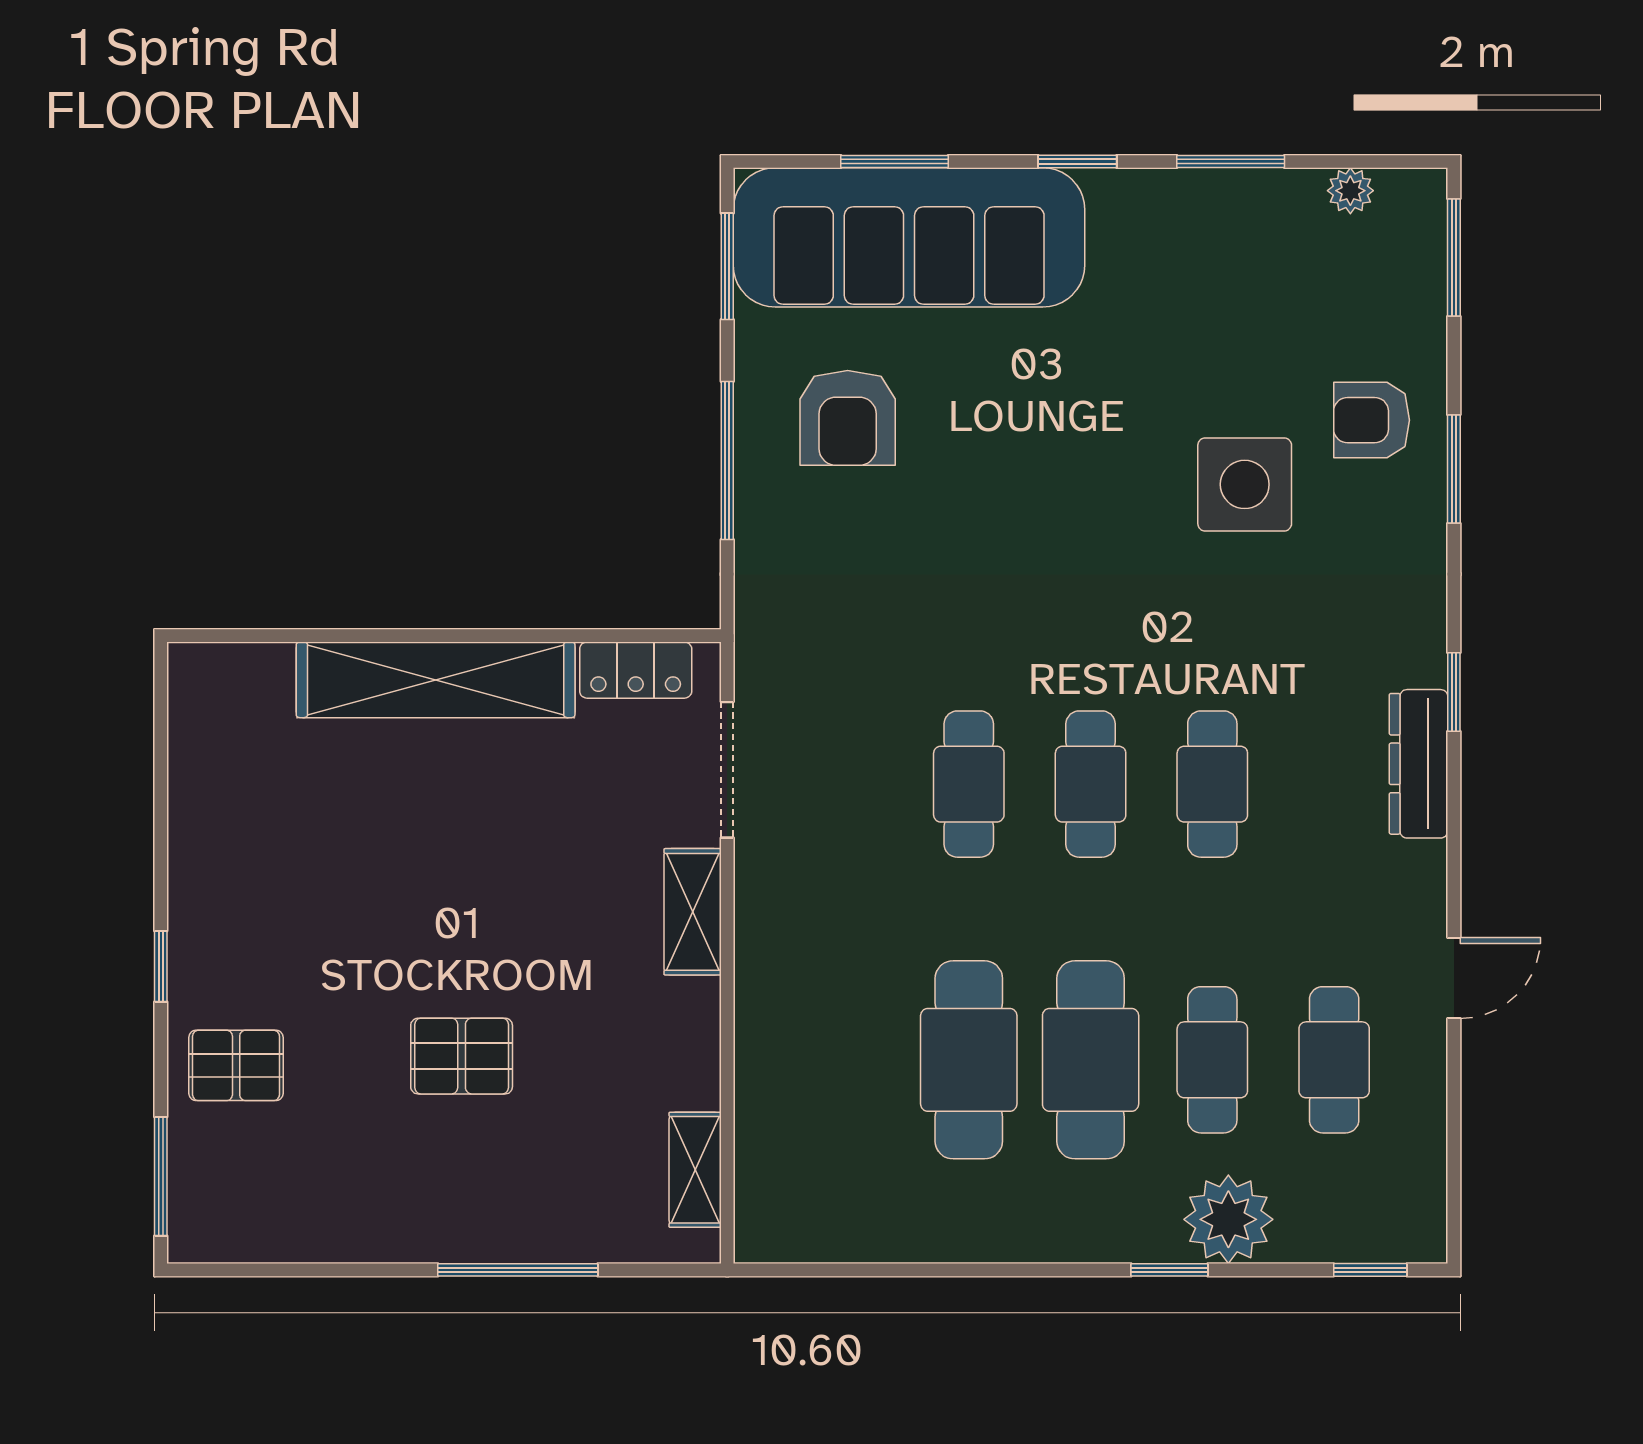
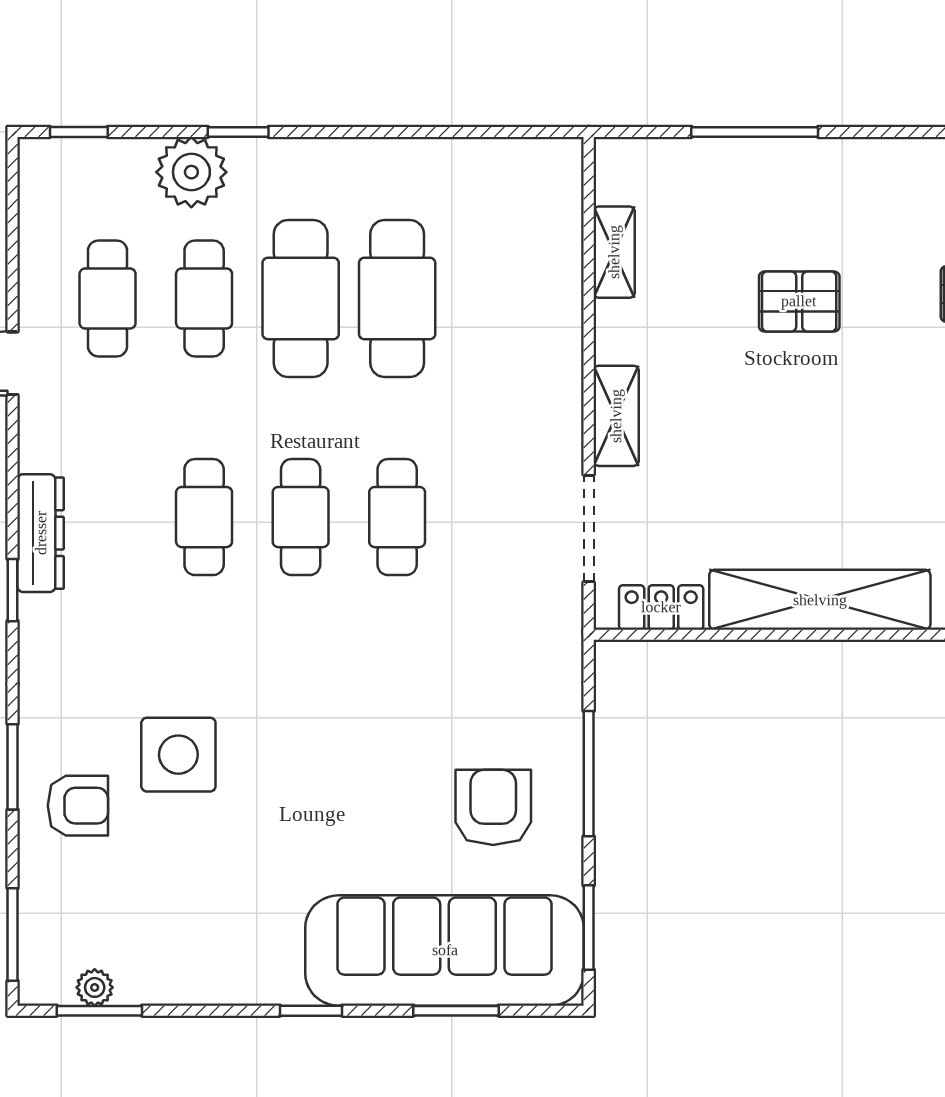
window: (1231, 161) -> (99, 1011), moved
shelving: (695, 1170) -> (614, 252), moved

